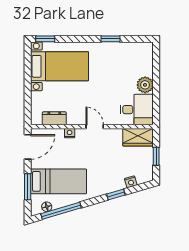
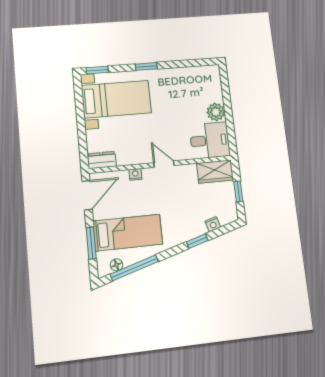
window: (110, 39) -> (146, 66), moved
dresser: (54, 118) -> (102, 160), moved

